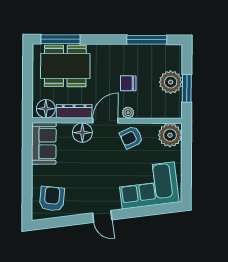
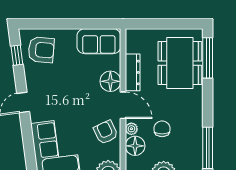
floor lamp: (46, 109) -> (135, 146), moved
window: (57, 222) -> (17, 55), added

